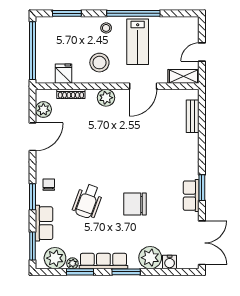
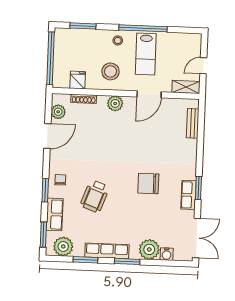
chair: (135, 204) -> (148, 184), moved
plant: (72, 263) -> (79, 252), removed

